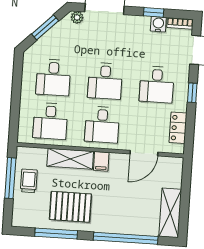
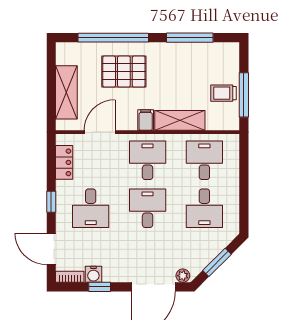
desk: (53, 77) -> (204, 208), turned 180
desk: (157, 85) -> (91, 208), turned 180
trolley: (29, 181) -> (223, 93), turned 90
pallet: (70, 207) -> (124, 72), moved
shelving: (170, 213) -> (66, 92), moved

